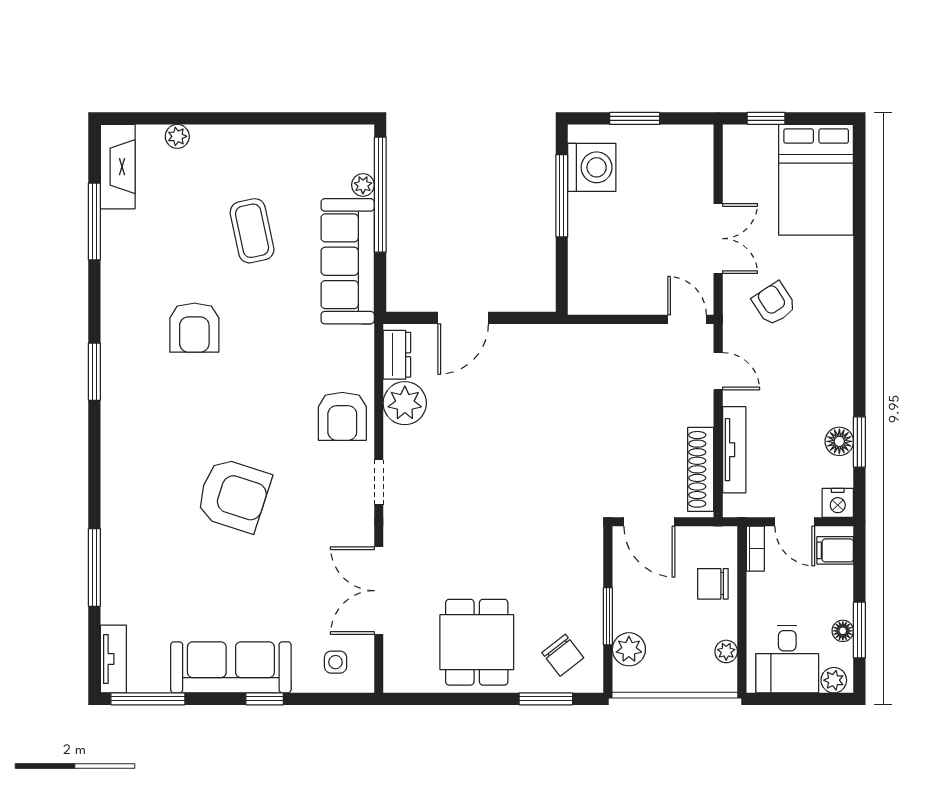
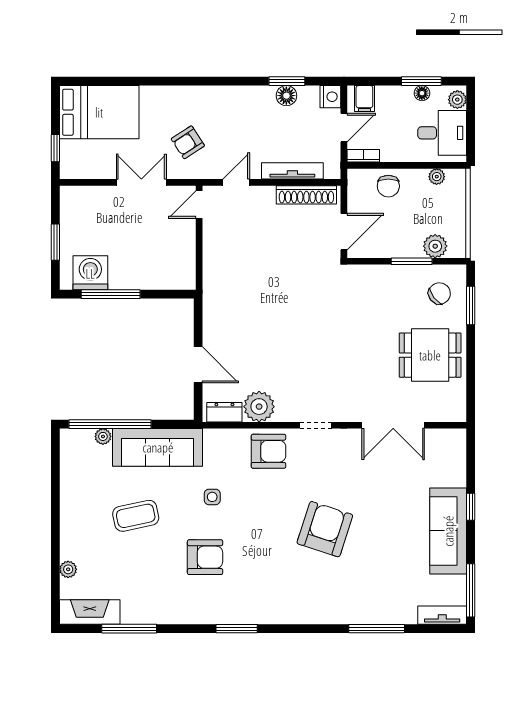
side table: (336, 662) -> (212, 497), moved

